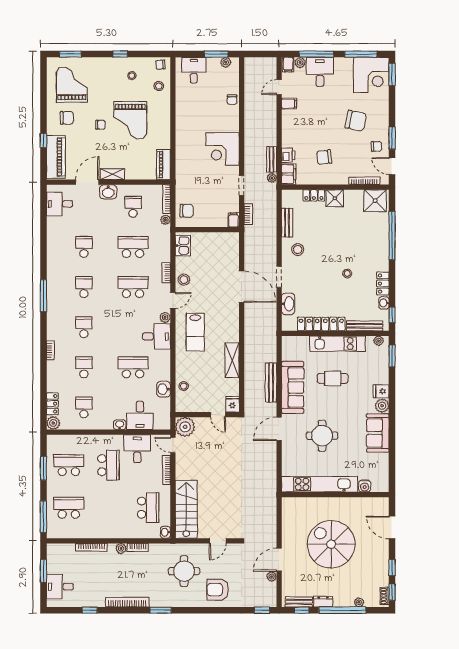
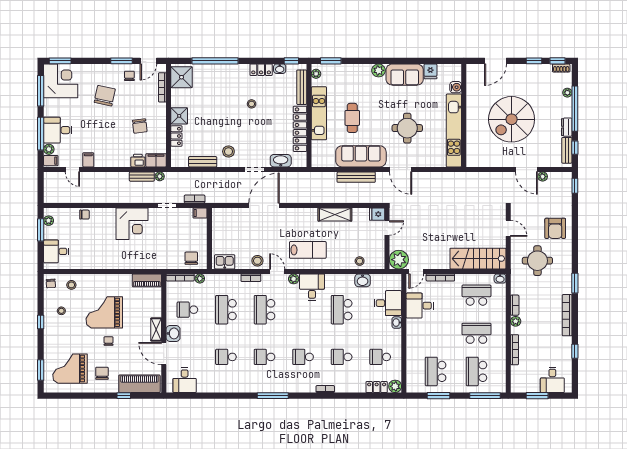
grand piano: (130, 120) -> (104, 312), turned 180
fridge: (381, 391) -> (430, 71), moved
school desk: (108, 465) -> (476, 333), moved

